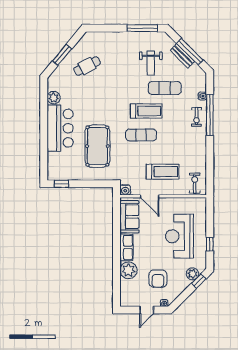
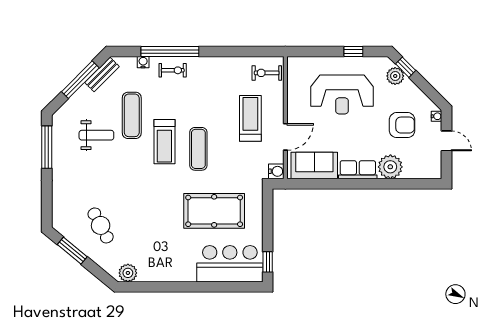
window: (62, 55) -> (72, 251), moved
bench: (182, 56) -> (102, 74), moved
plant: (54, 98) -> (128, 273), moved
treadmill: (146, 111) -> (164, 142), turned 180
bar counter: (60, 128) -> (230, 264), moved

